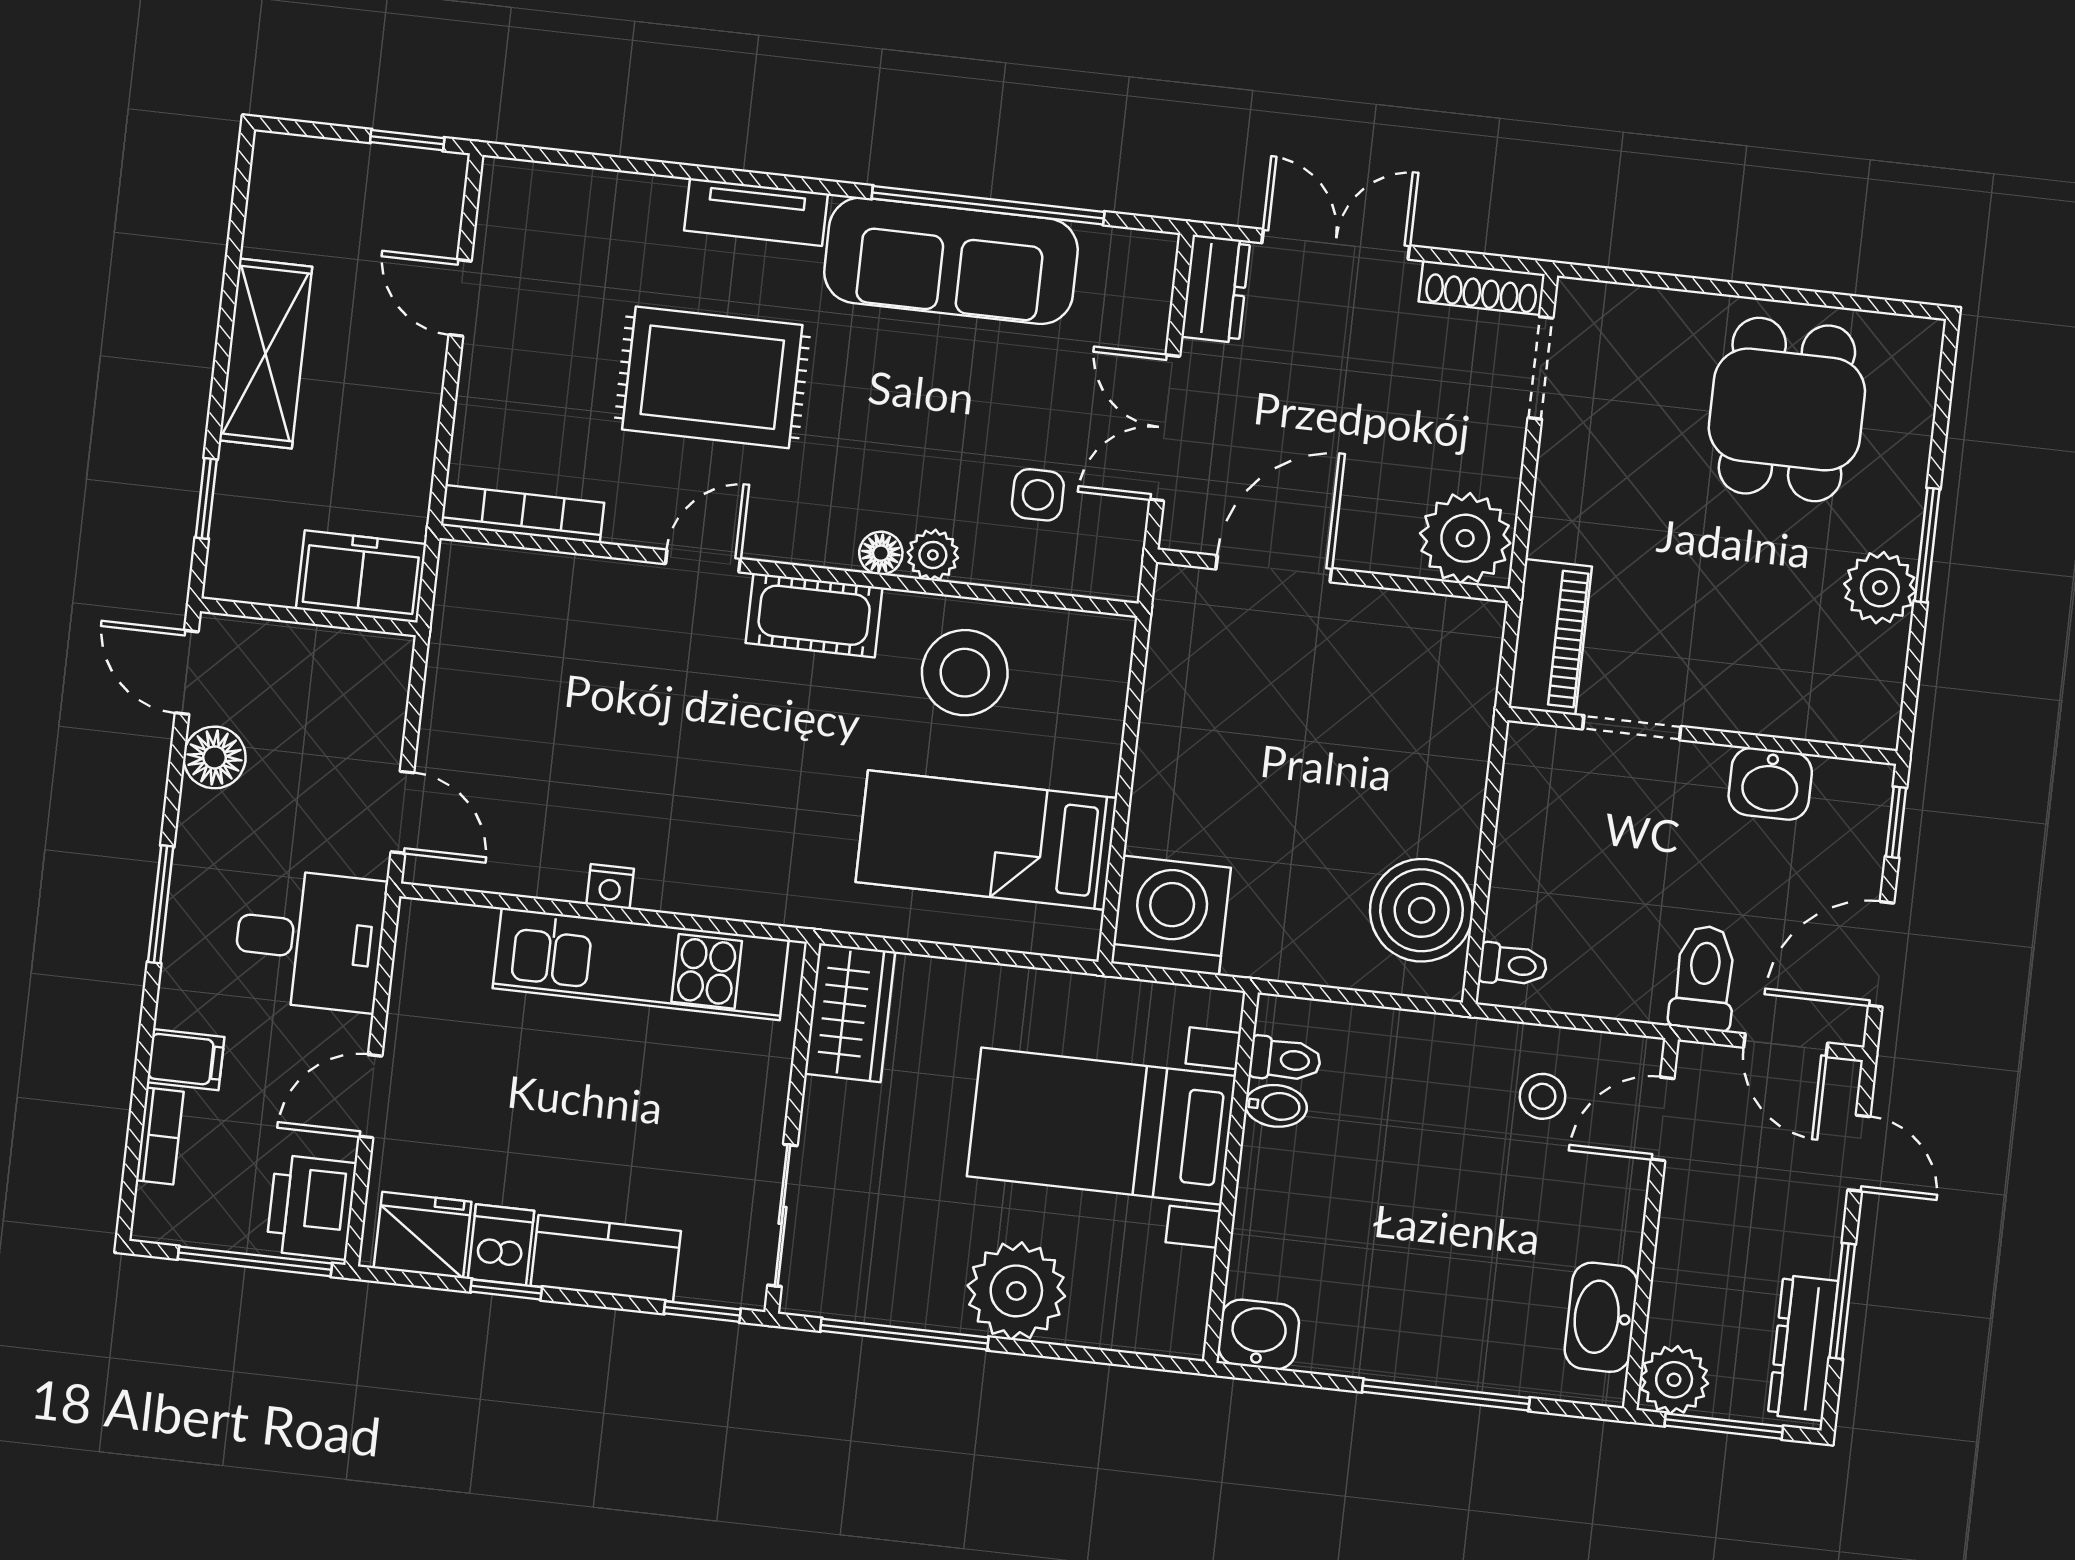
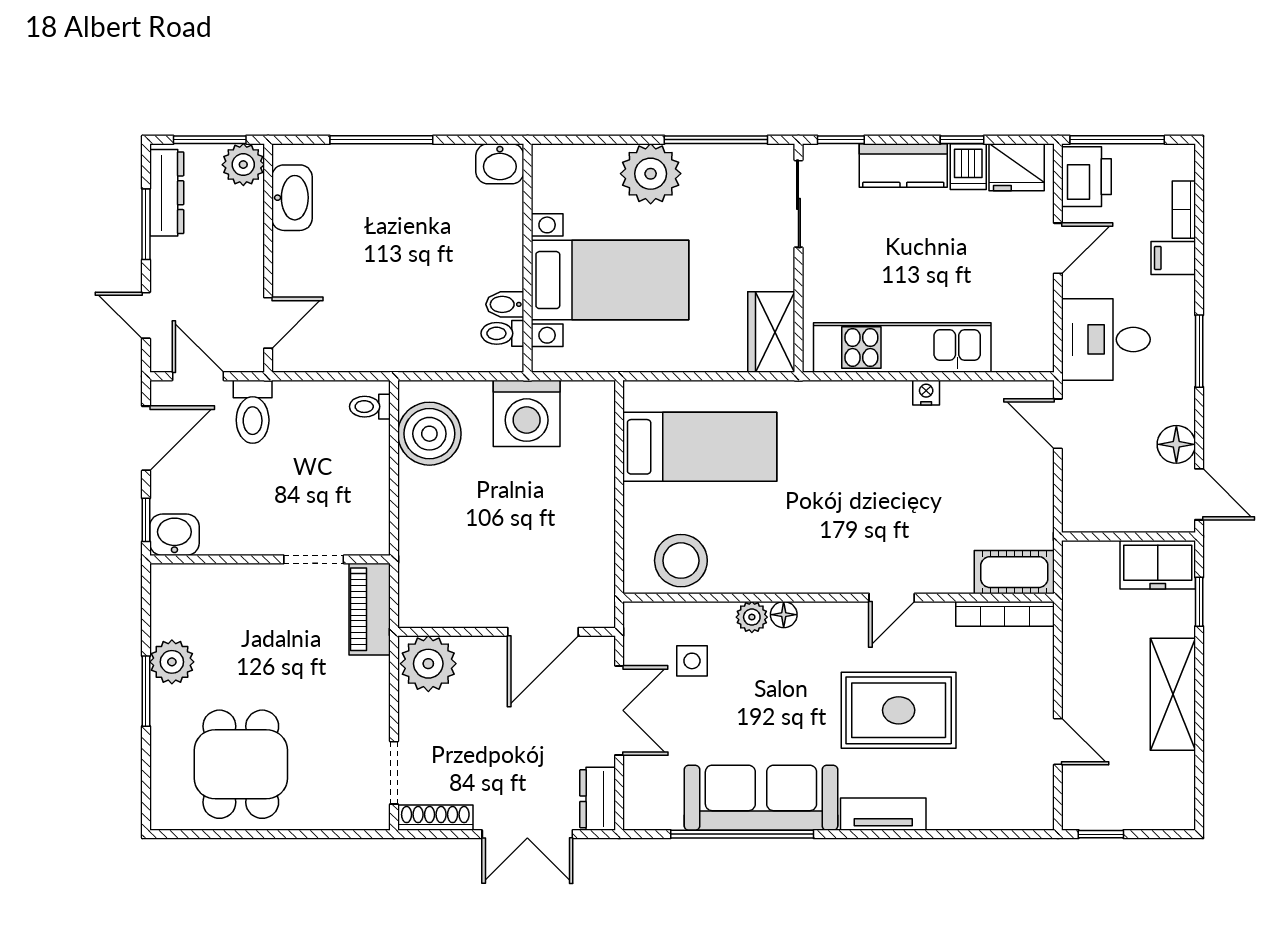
freezer: (361, 577) -> (1158, 565), moved
cot: (814, 615) -> (1014, 572), moved
stool: (965, 673) -> (681, 561), moved
washbasin: (1770, 784) -> (174, 535), moved
washing machine: (1171, 915) -> (527, 413), moved
stool: (1543, 1096) -> (343, 328), removed

